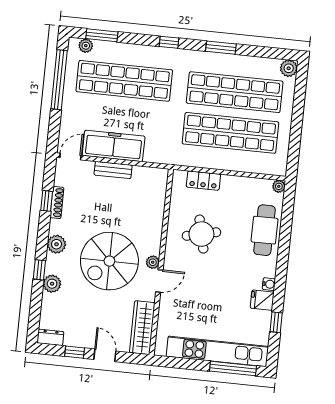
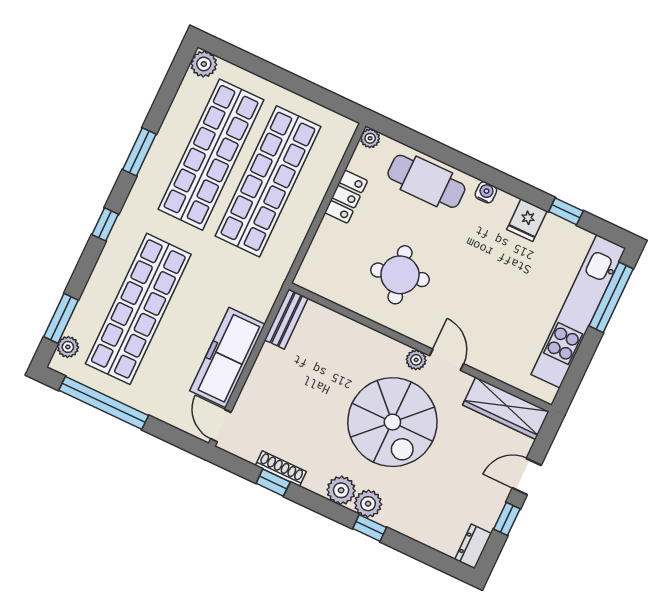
bench: (113, 170) -> (286, 319), moved
locker: (203, 181) -> (346, 197), moved
plant: (52, 284) -> (368, 504), moved
water cooler: (269, 284) -> (486, 192), moved

